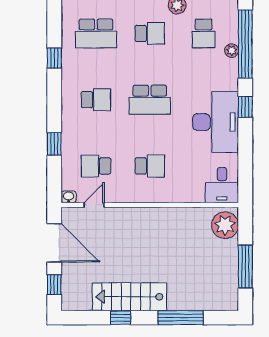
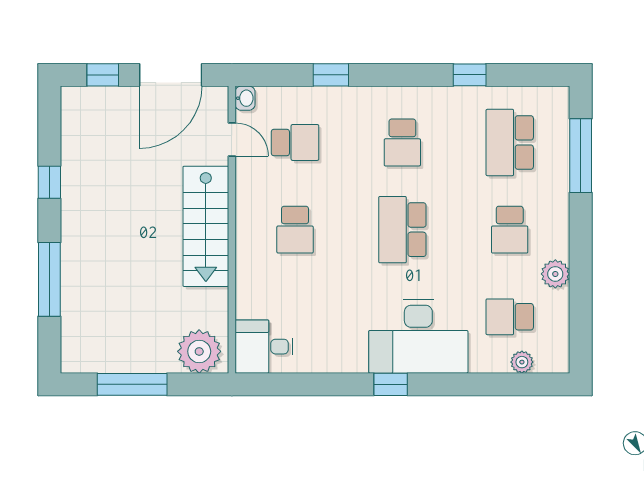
window: (245, 44) -> (493, 384), removed
plant: (232, 51) -> (522, 362), moved
desk: (216, 122) -> (418, 336), moved
school desk: (96, 166) -> (295, 142), turned 90
stairs: (130, 297) -> (206, 226), moved, turned 180

